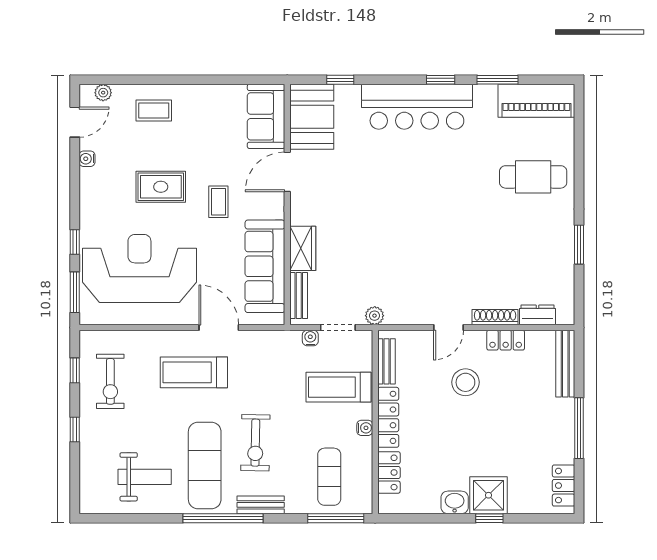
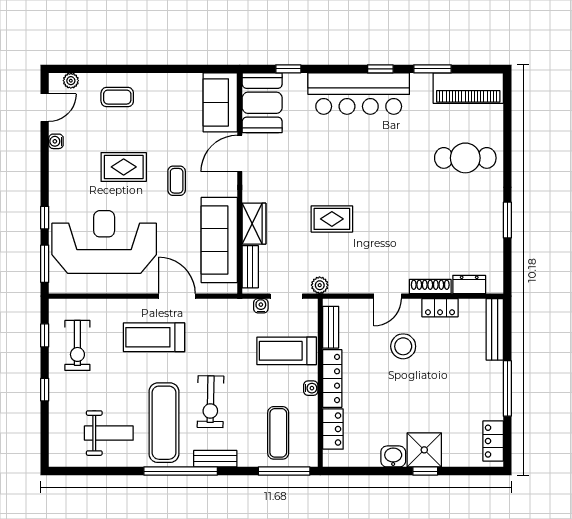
rug: (388, 243) -> (332, 219), added

